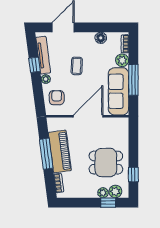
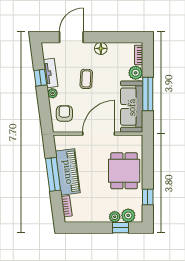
floor lamp: (101, 38) -> (101, 48), moved
tv unit: (43, 55) -> (51, 73), width x0.71
dining table: (106, 163) -> (124, 171), moved, turned 90

